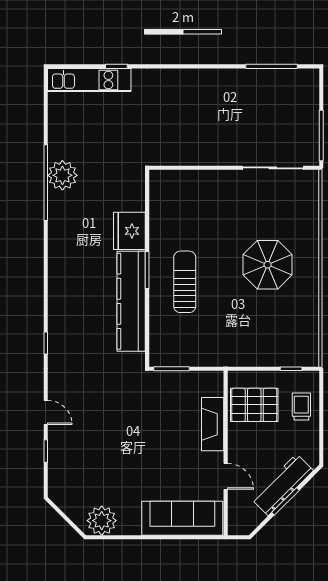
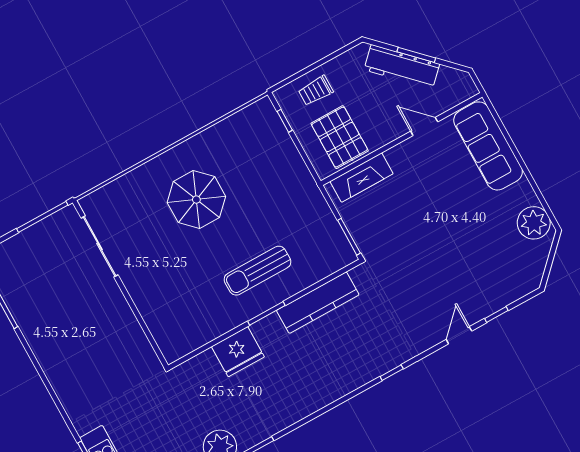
kitchen counter: (131, 301) -> (318, 303), width x0.72, depth x0.86
fireplace: (213, 424) -> (362, 178), moved
door: (226, 476) -> (424, 126), hinge flipped

